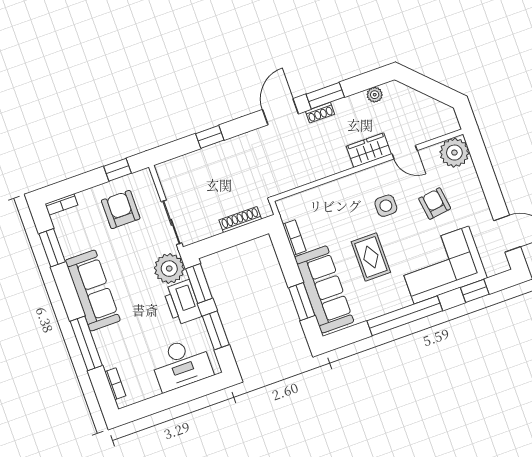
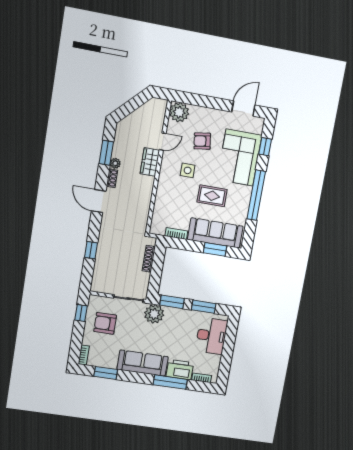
plant: (375, 95) -> (115, 163), moved
window: (325, 96) -> (106, 153), moved
printer: (182, 303) -> (180, 370), moved, turned 180

